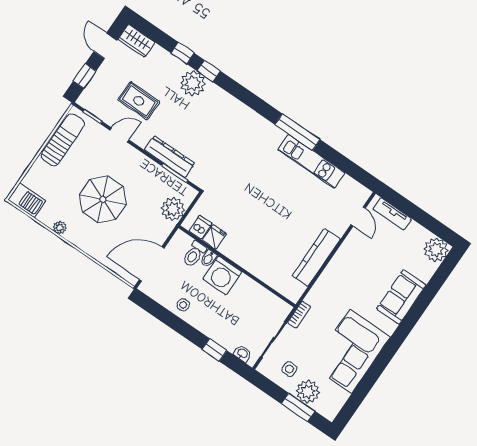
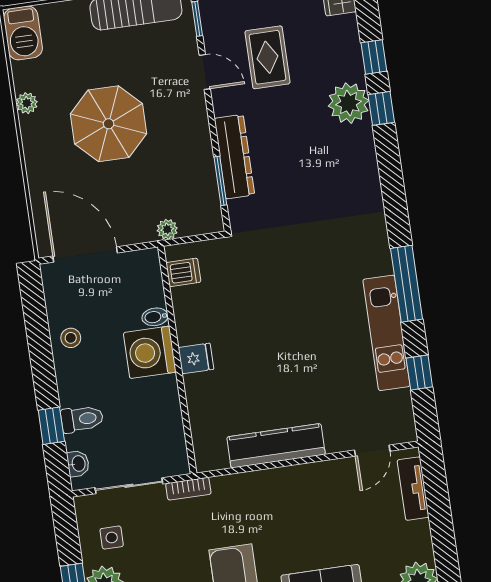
window: (343, 163) -> (419, 373), added
plant: (173, 209) -> (167, 229), width x0.53, depth x0.53
fridge: (214, 237) -> (196, 358), moved
toilet: (194, 254) -> (82, 419), moved, turned 180

